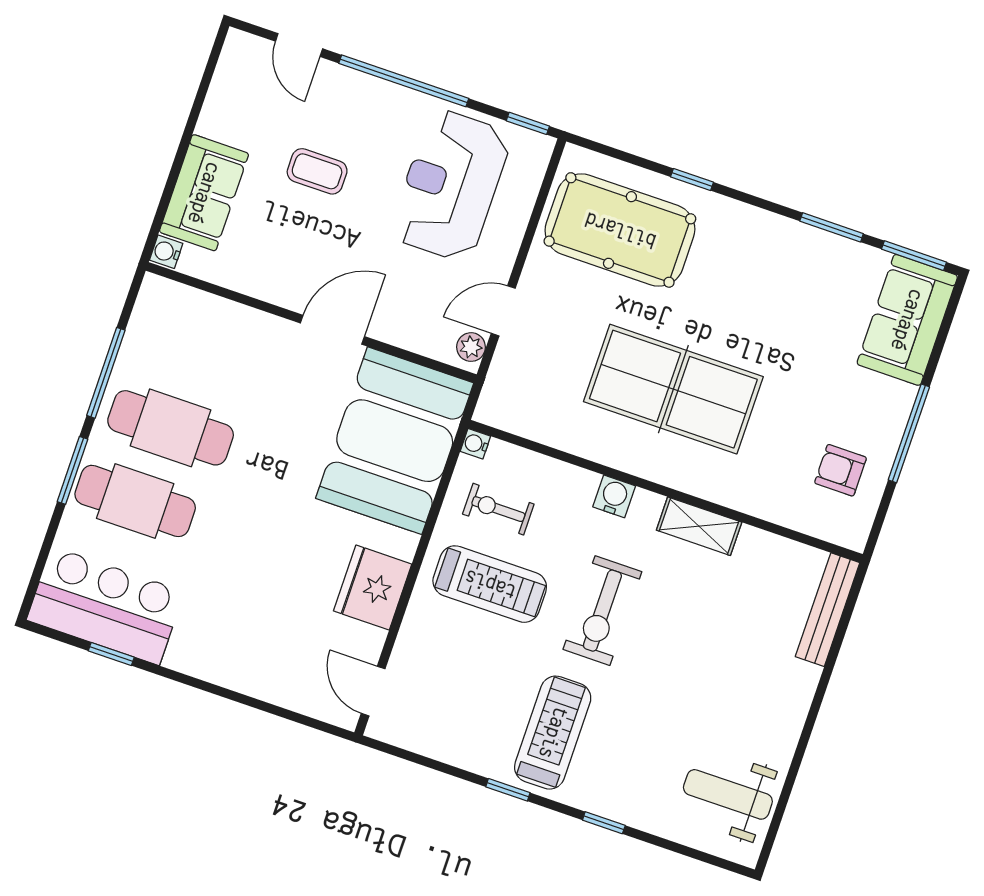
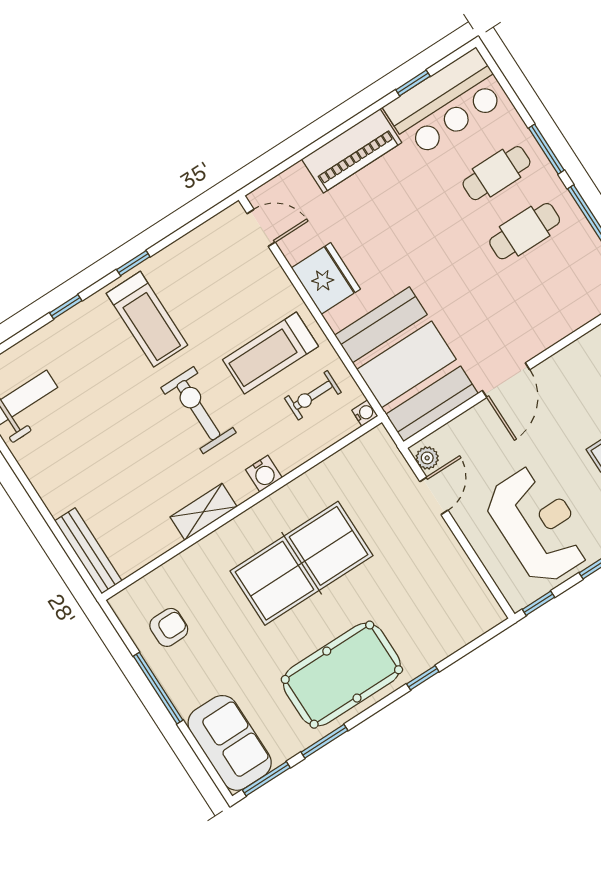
pool table: (620, 230) -> (342, 675), moved
cafe table: (171, 428) -> (525, 231), width x0.73, depth x0.74
cafe table: (135, 501) -> (496, 173), width x0.73, depth x0.74
exercise bike: (498, 509) -> (313, 395), turned 180
piano: (226, 662) -> (352, 151), added

